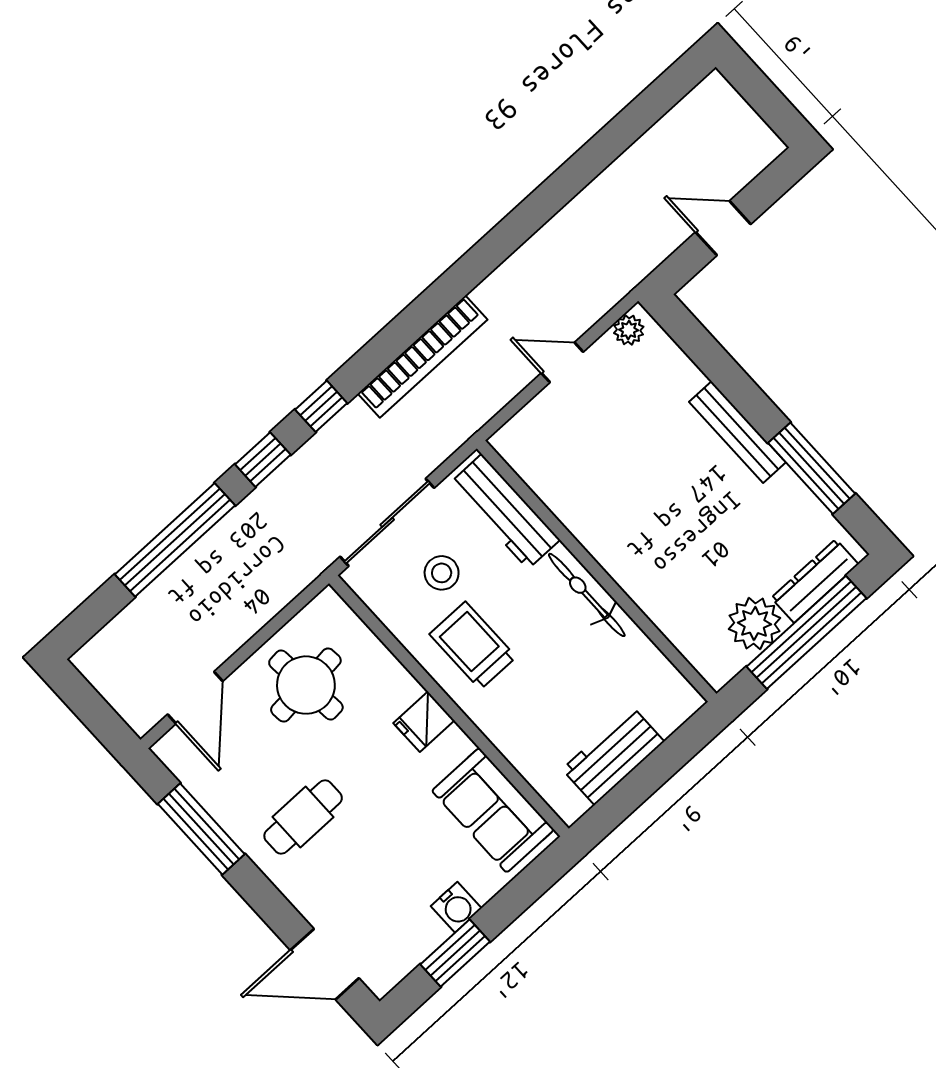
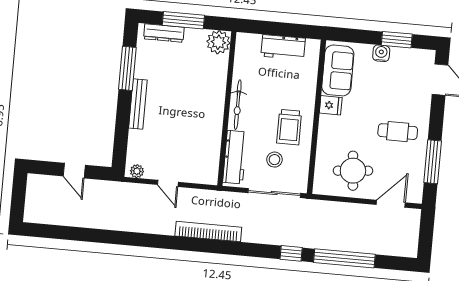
window: (321, 406) -> (256, 250), removed
plant: (755, 623) -> (218, 42), moved
window: (806, 632) -> (183, 20), width x0.68
fridge: (424, 722) -> (331, 105), moved

